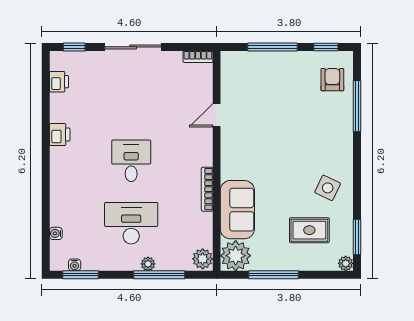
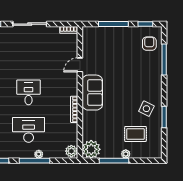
sofa: (237, 210) -> (92, 93), moved
window: (357, 237) -> (164, 117), moved
plant: (346, 263) -> (126, 154), moved
window: (159, 275) -> (35, 161), moved

